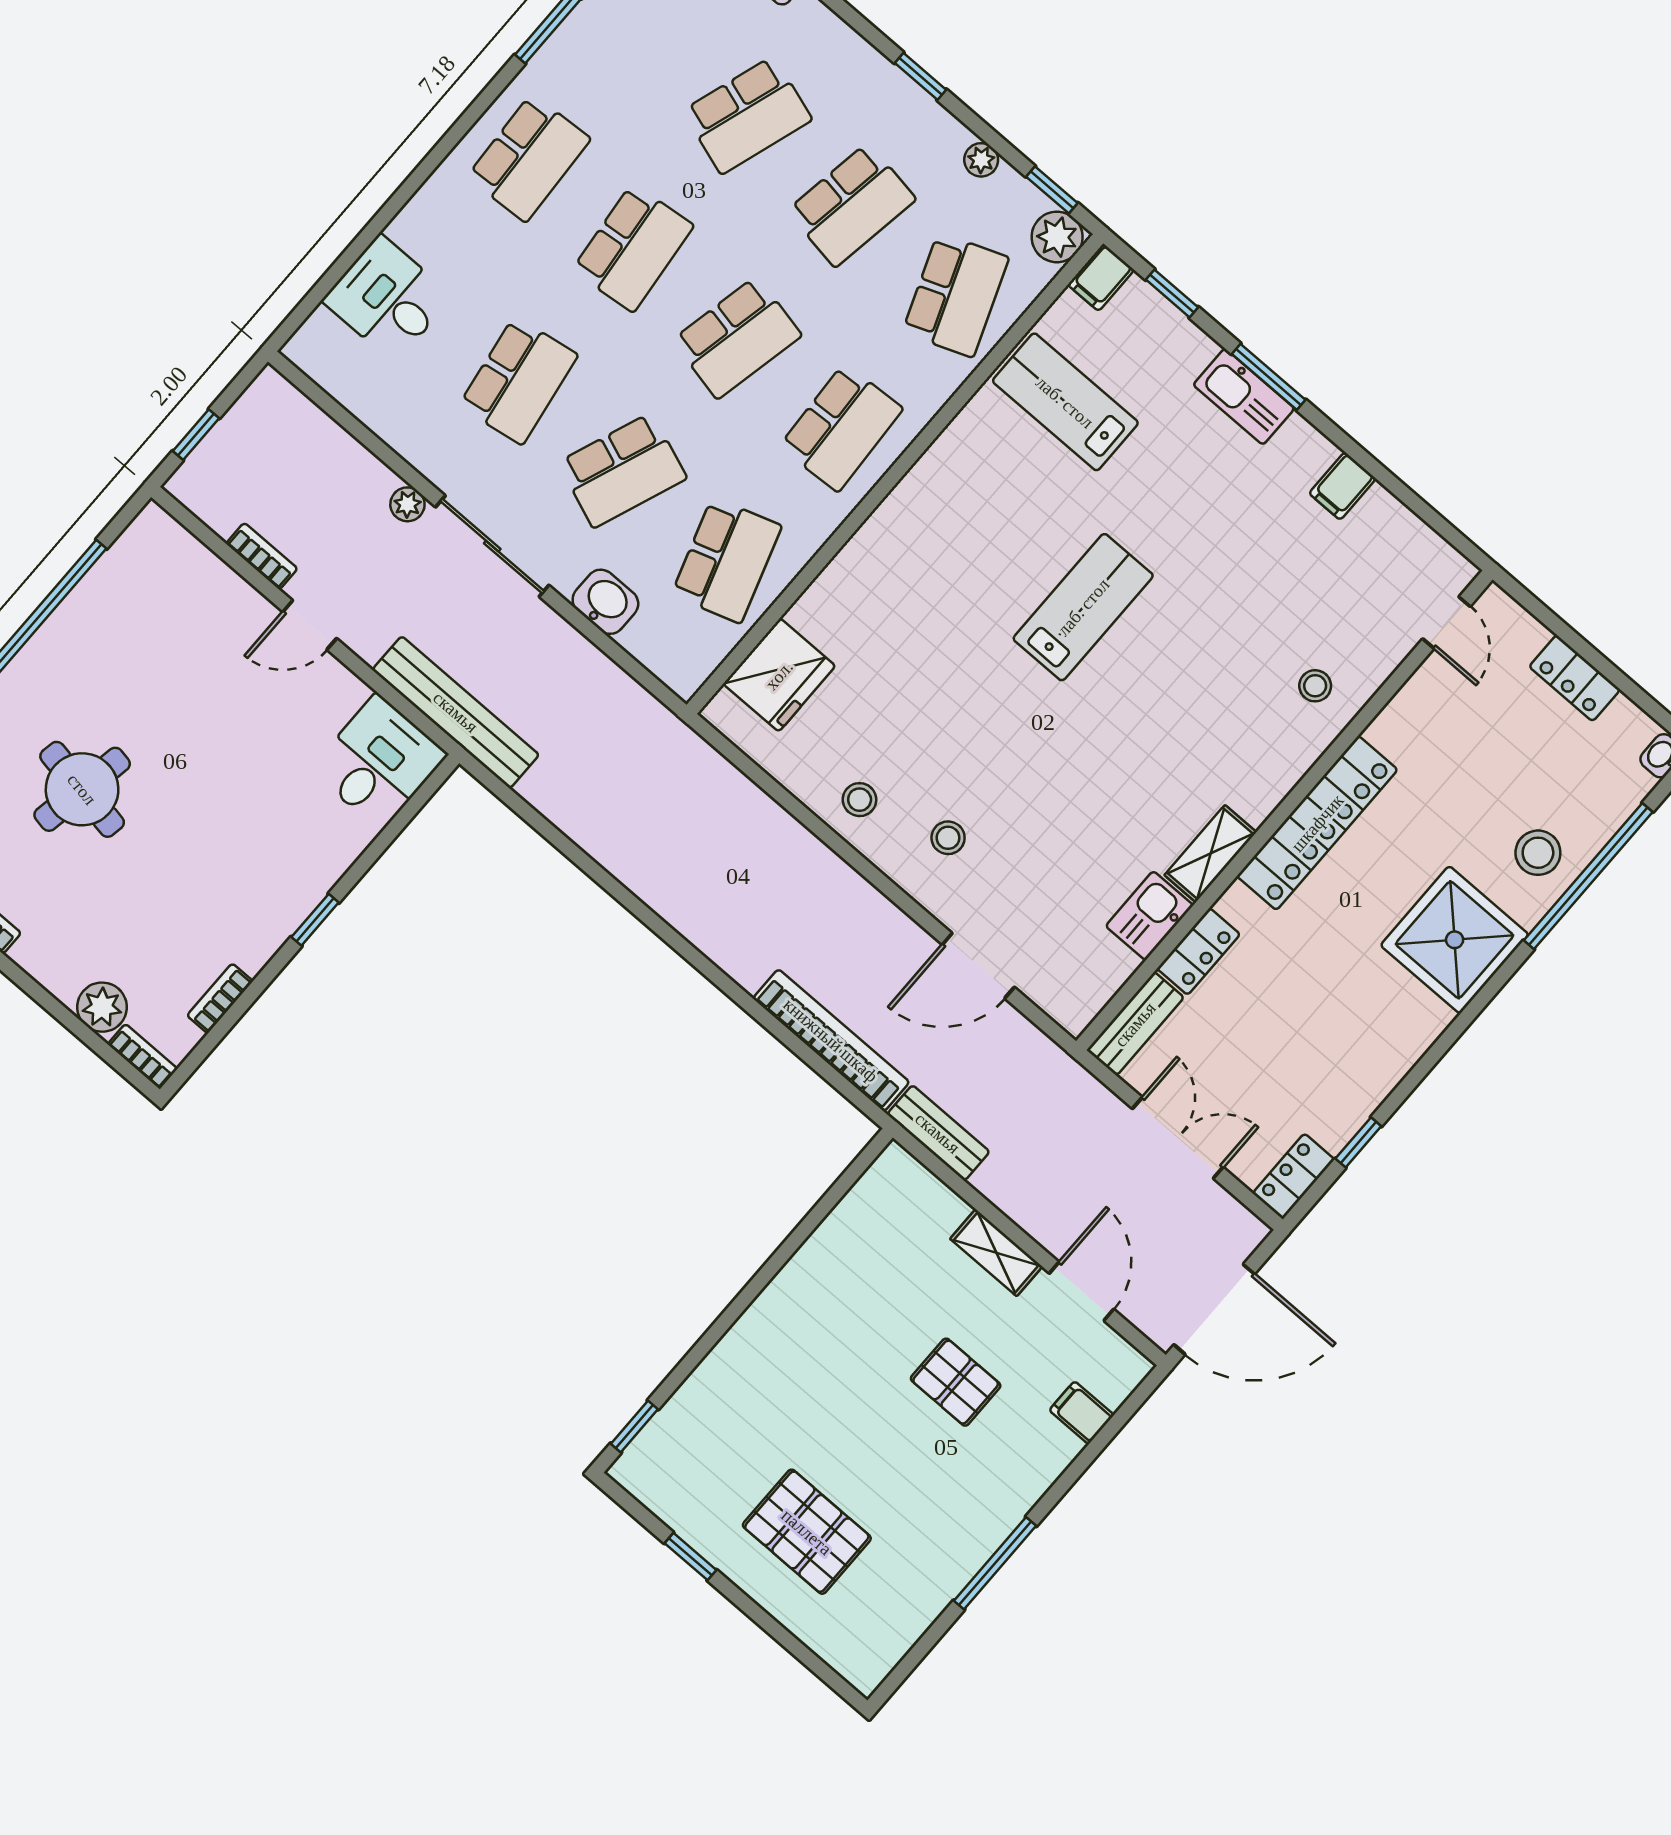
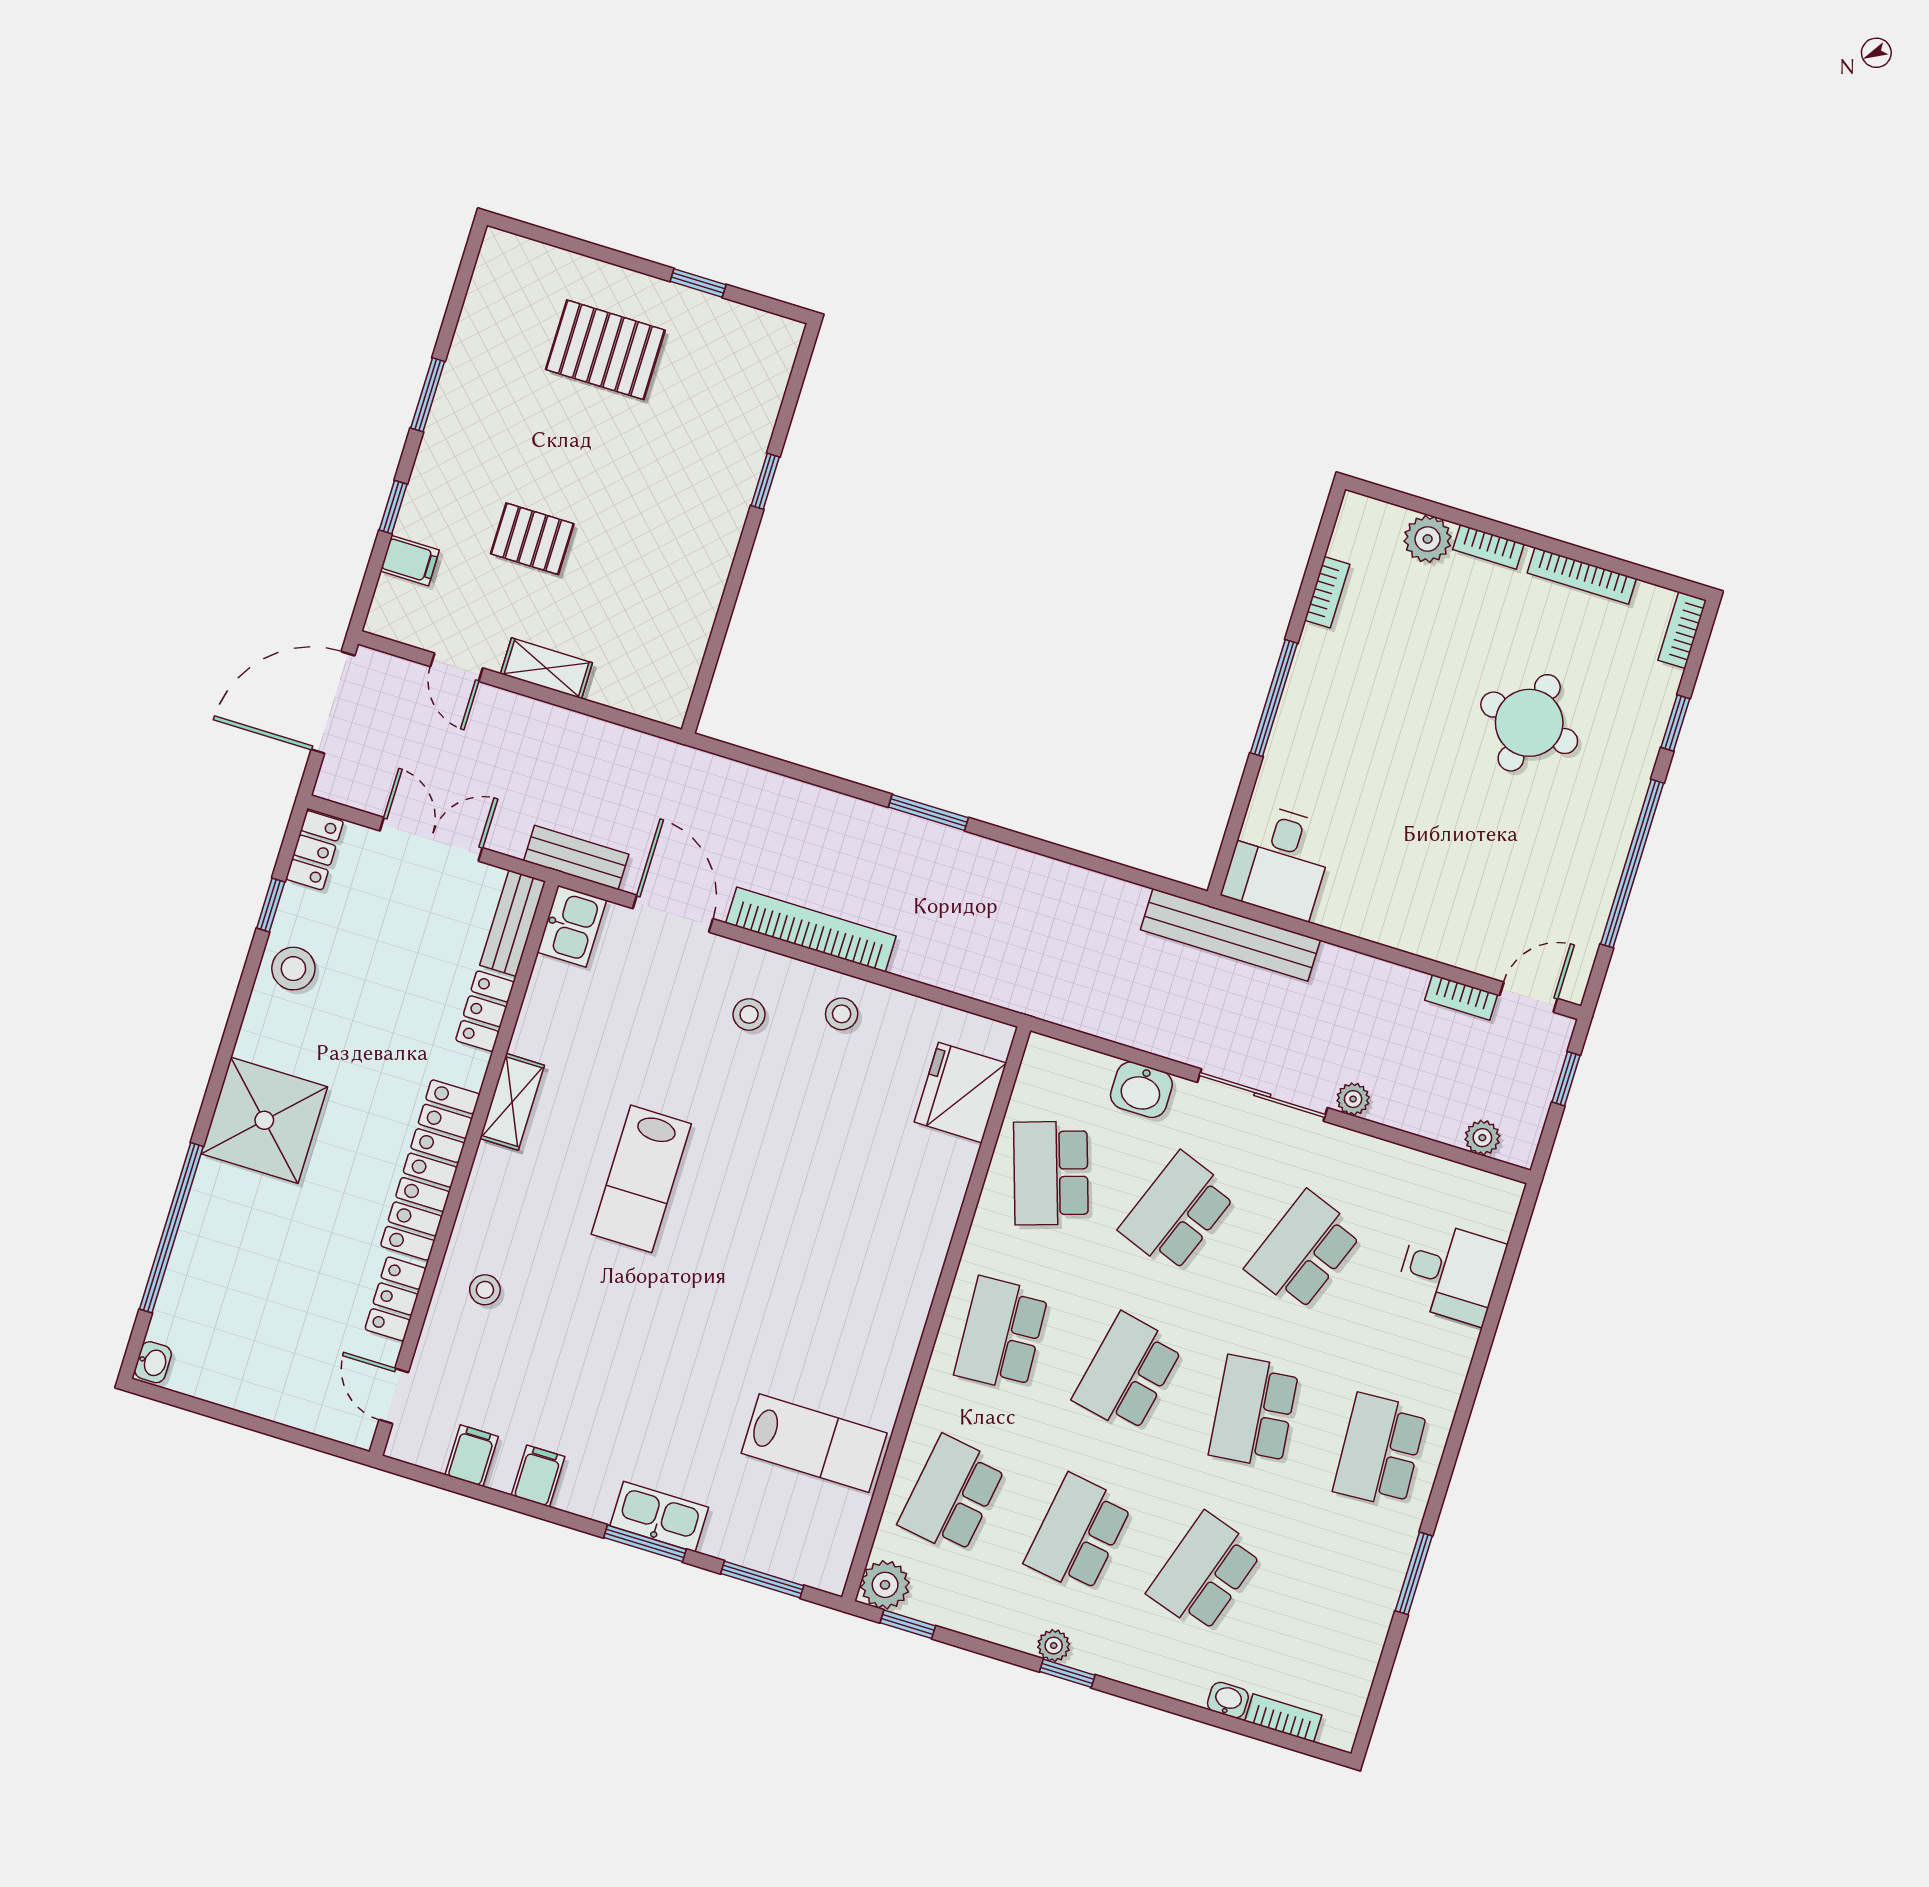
plant: (981, 160) -> (1054, 1646), moved
filing cabinet: (1101, 277) -> (472, 1456), moved
window: (1172, 293) -> (762, 1580), width x1.50
school desk: (956, 295) -> (952, 1495), turned 30
school desk: (518, 380) -> (1303, 1251), turned 30
plant: (300, 413) -> (1482, 1138), added
lab bench: (1083, 607) -> (641, 1179), moved
door: (310, 625) -> (1529, 997), moved
locker: (1575, 678) -> (396, 1299), moved, turned -90
stool: (1538, 853) -> (293, 969), moved
kitchen sink: (1149, 916) -> (572, 926), moved
window: (315, 920) -> (1274, 698), width x2.17
window: (692, 955) -> (928, 812), added
door: (978, 966) -> (673, 914), hinge flipped
bookcase: (831, 1040) -> (811, 930), moved, turned 180
bookcase: (143, 1056) -> (1488, 547), moved
bench: (938, 1133) -> (576, 857), moved
double door: (1178, 1138) -> (431, 839), swing flipped
door: (1082, 1291) -> (457, 667), width x0.73
window: (634, 1426) -> (765, 481), moved
window: (1075, 1471) -> (393, 507), added
window: (995, 1563) -> (428, 395), width x0.69

